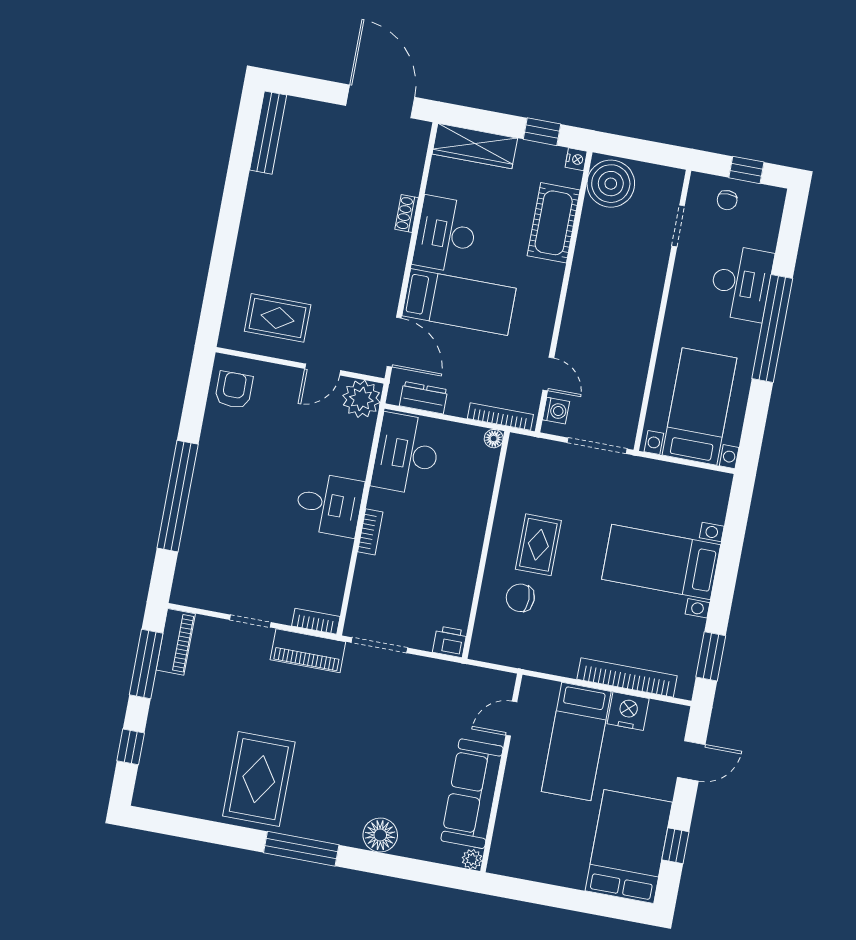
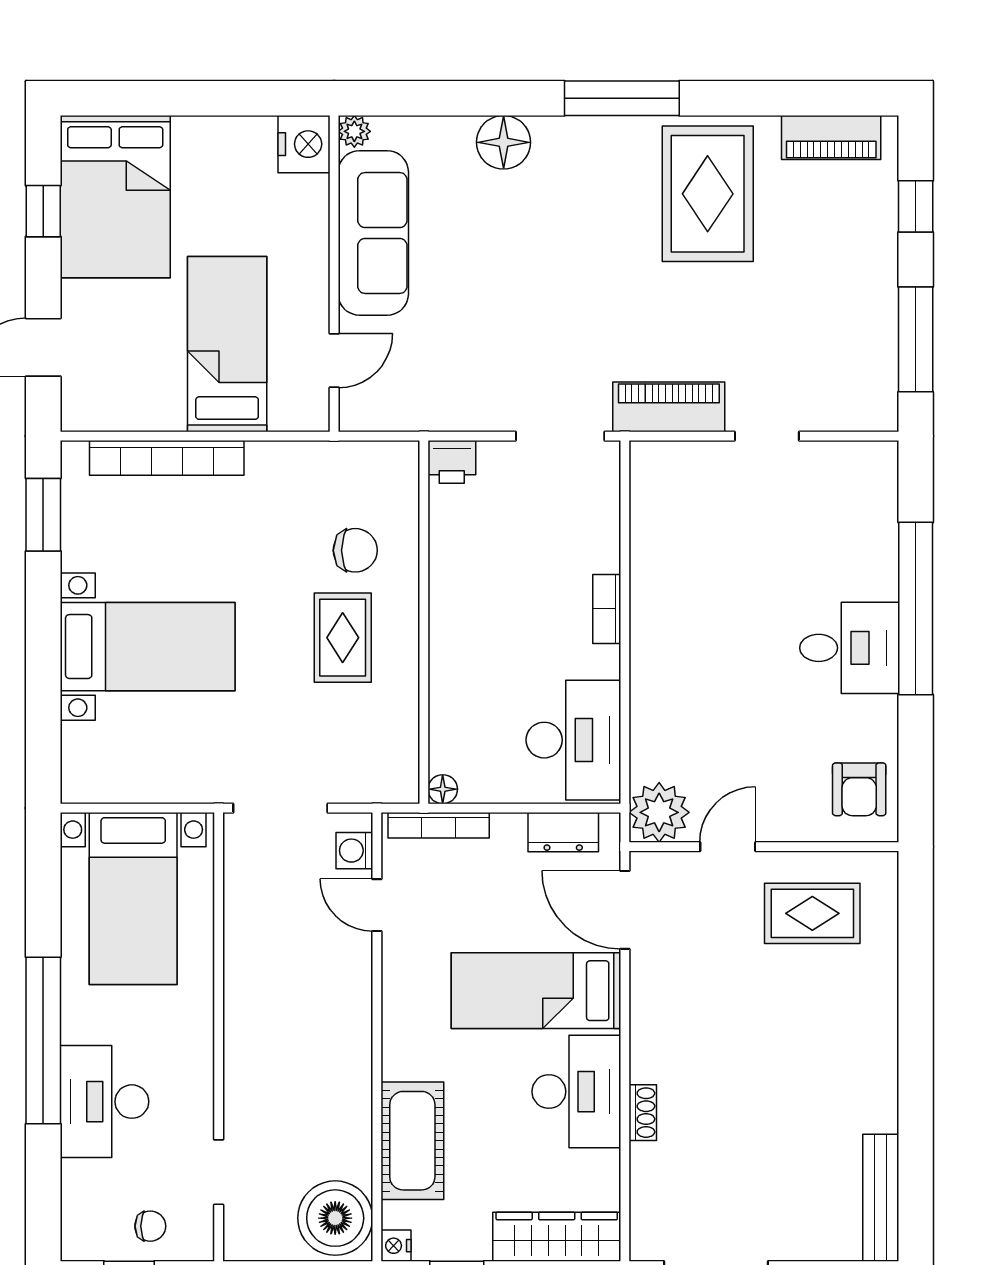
chair: (727, 200) -> (150, 1226), turned 90
desk: (329, 504) -> (849, 648), moved, turned 180
bookcase: (316, 621) -> (665, 455), removed
piano: (176, 642) -> (831, 138), moved, turned -90
nightstand: (628, 711) -> (304, 144), moved, turned -90

